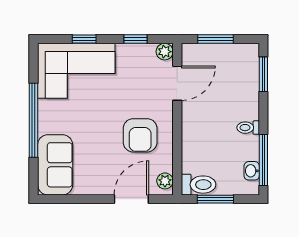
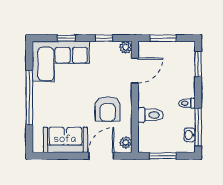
sofa: (55, 165) -> (65, 140), moved, turned -90
toilet: (199, 185) -> (150, 115), moved

